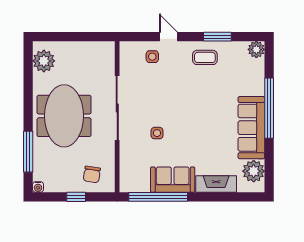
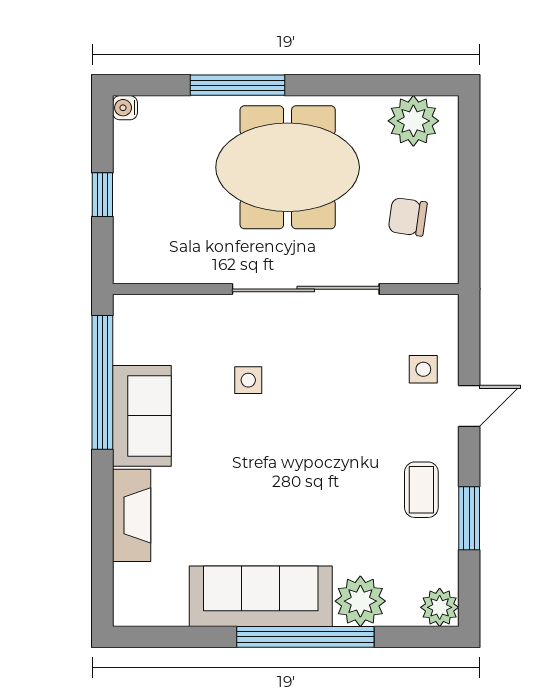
window: (28, 152) -> (237, 85), moved
plant: (254, 171) -> (360, 601), moved
chair: (92, 174) -> (408, 217), moved

